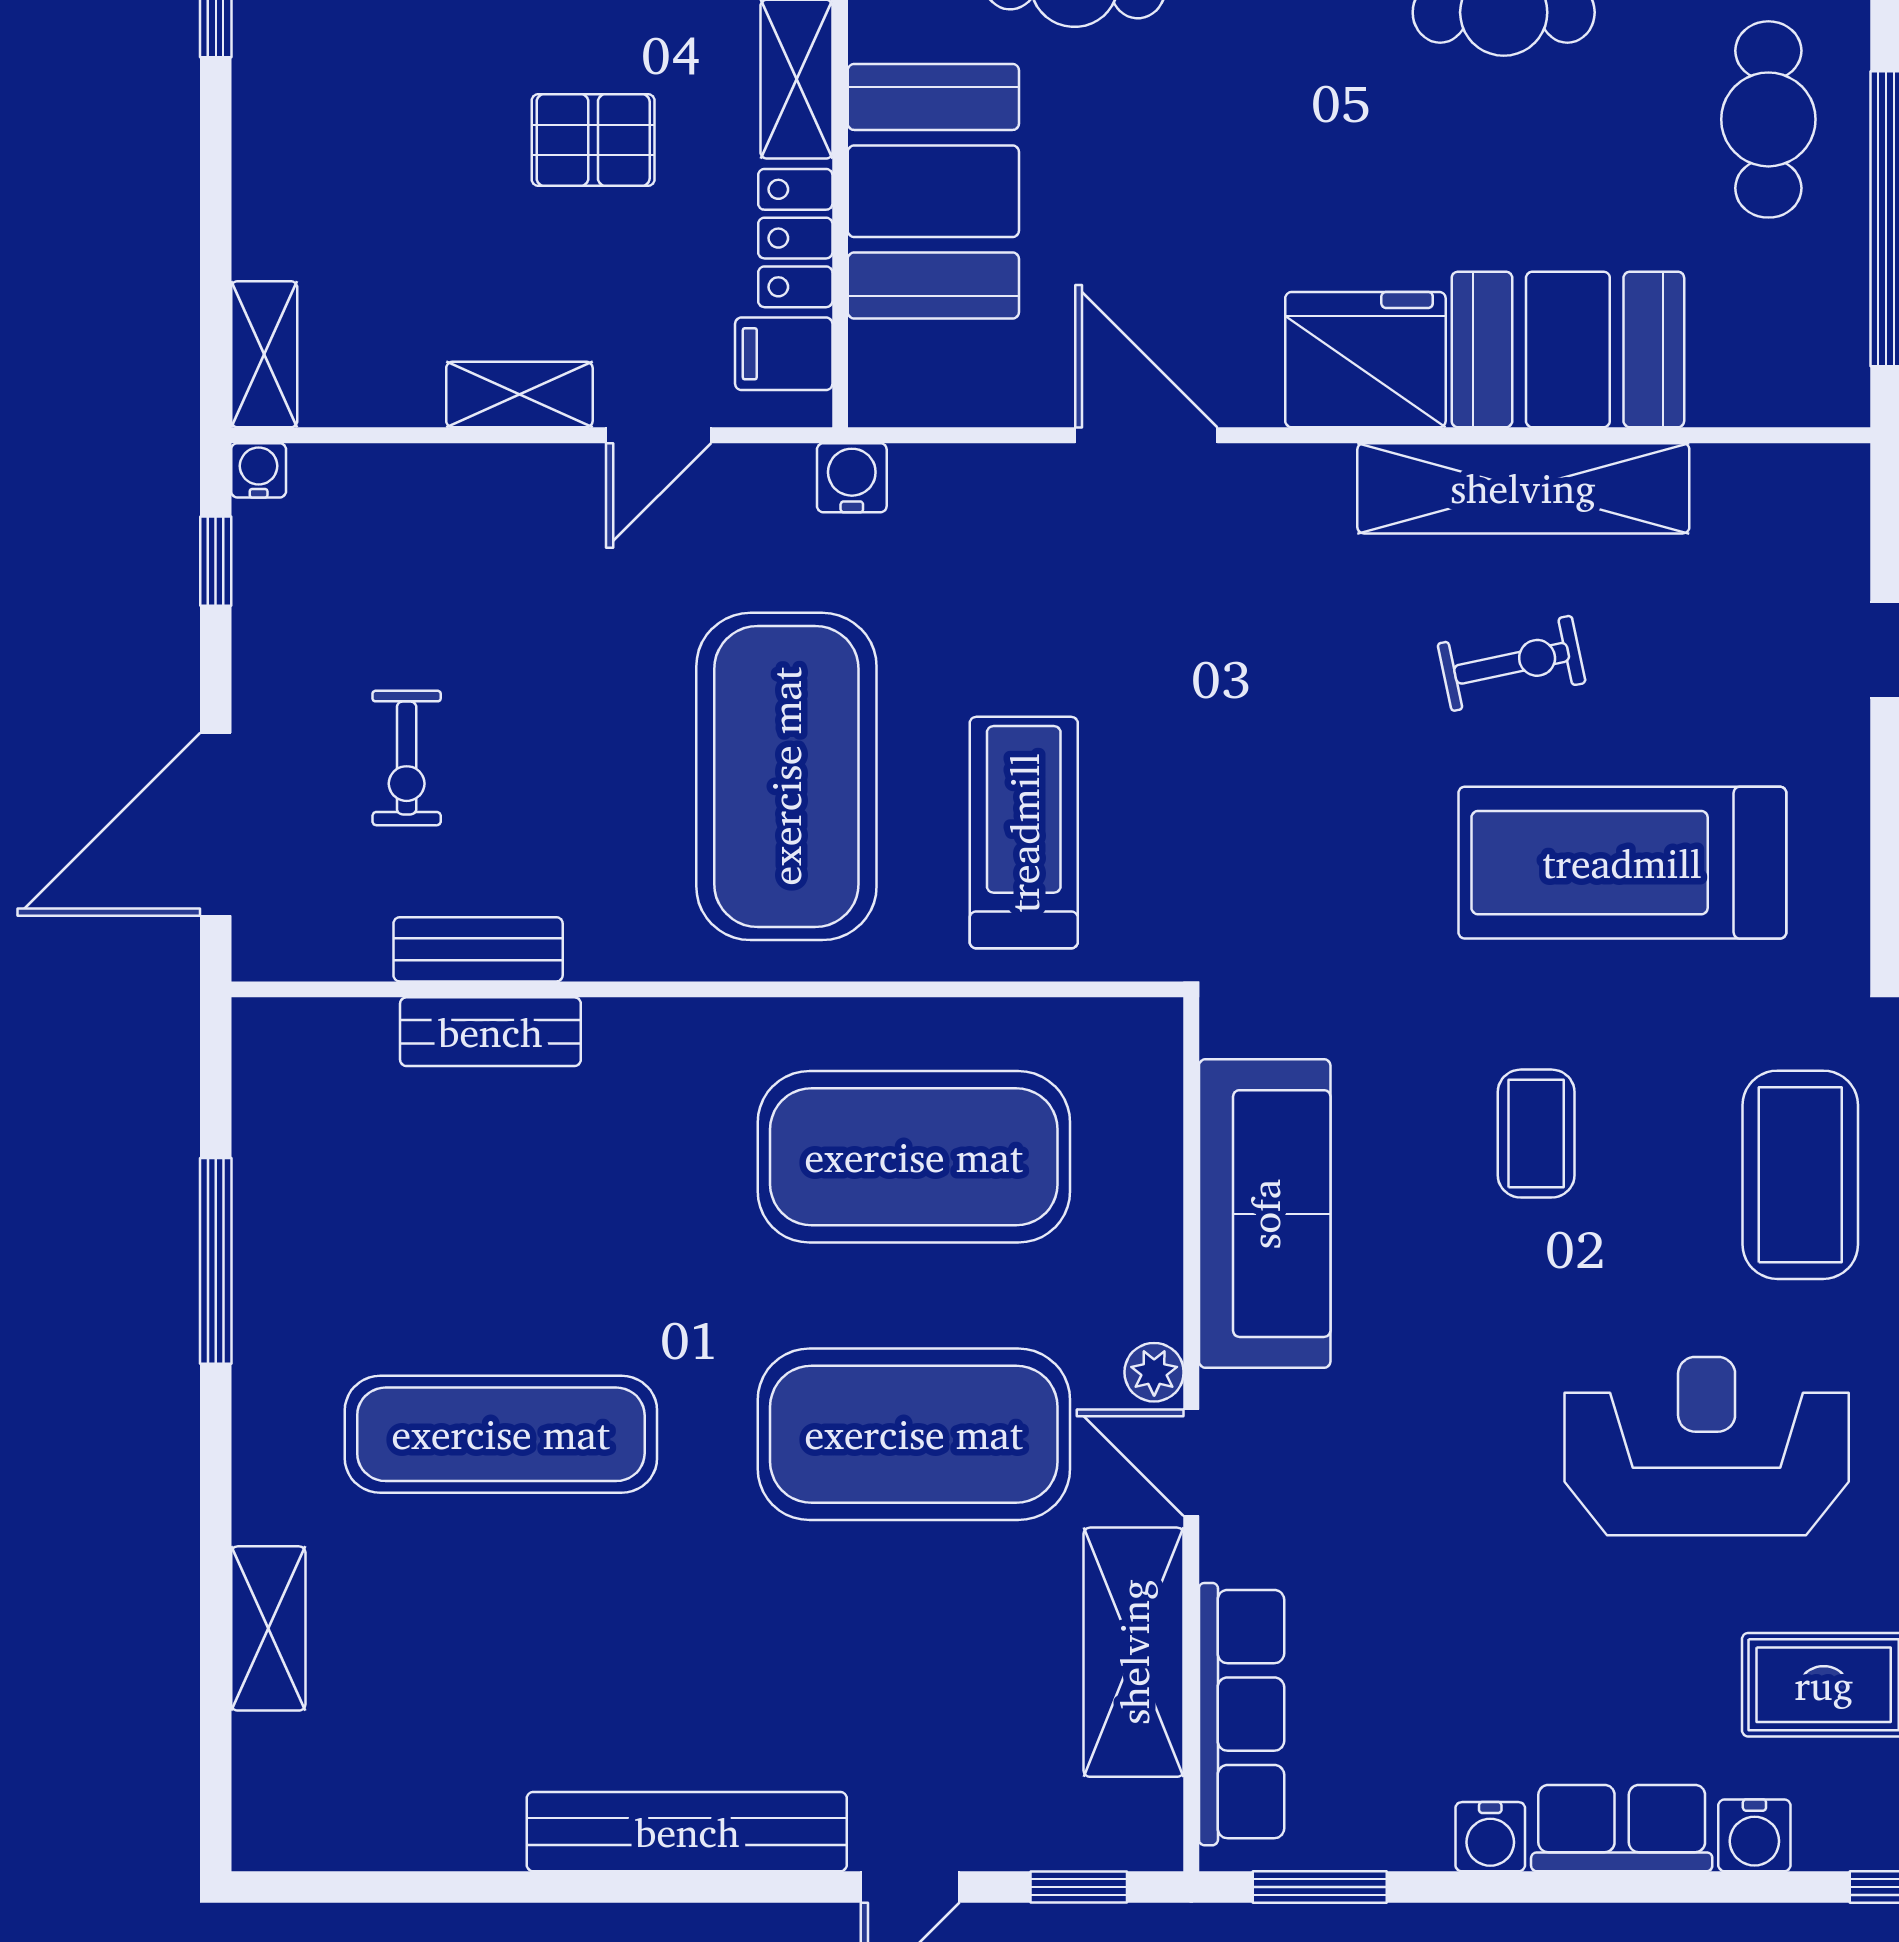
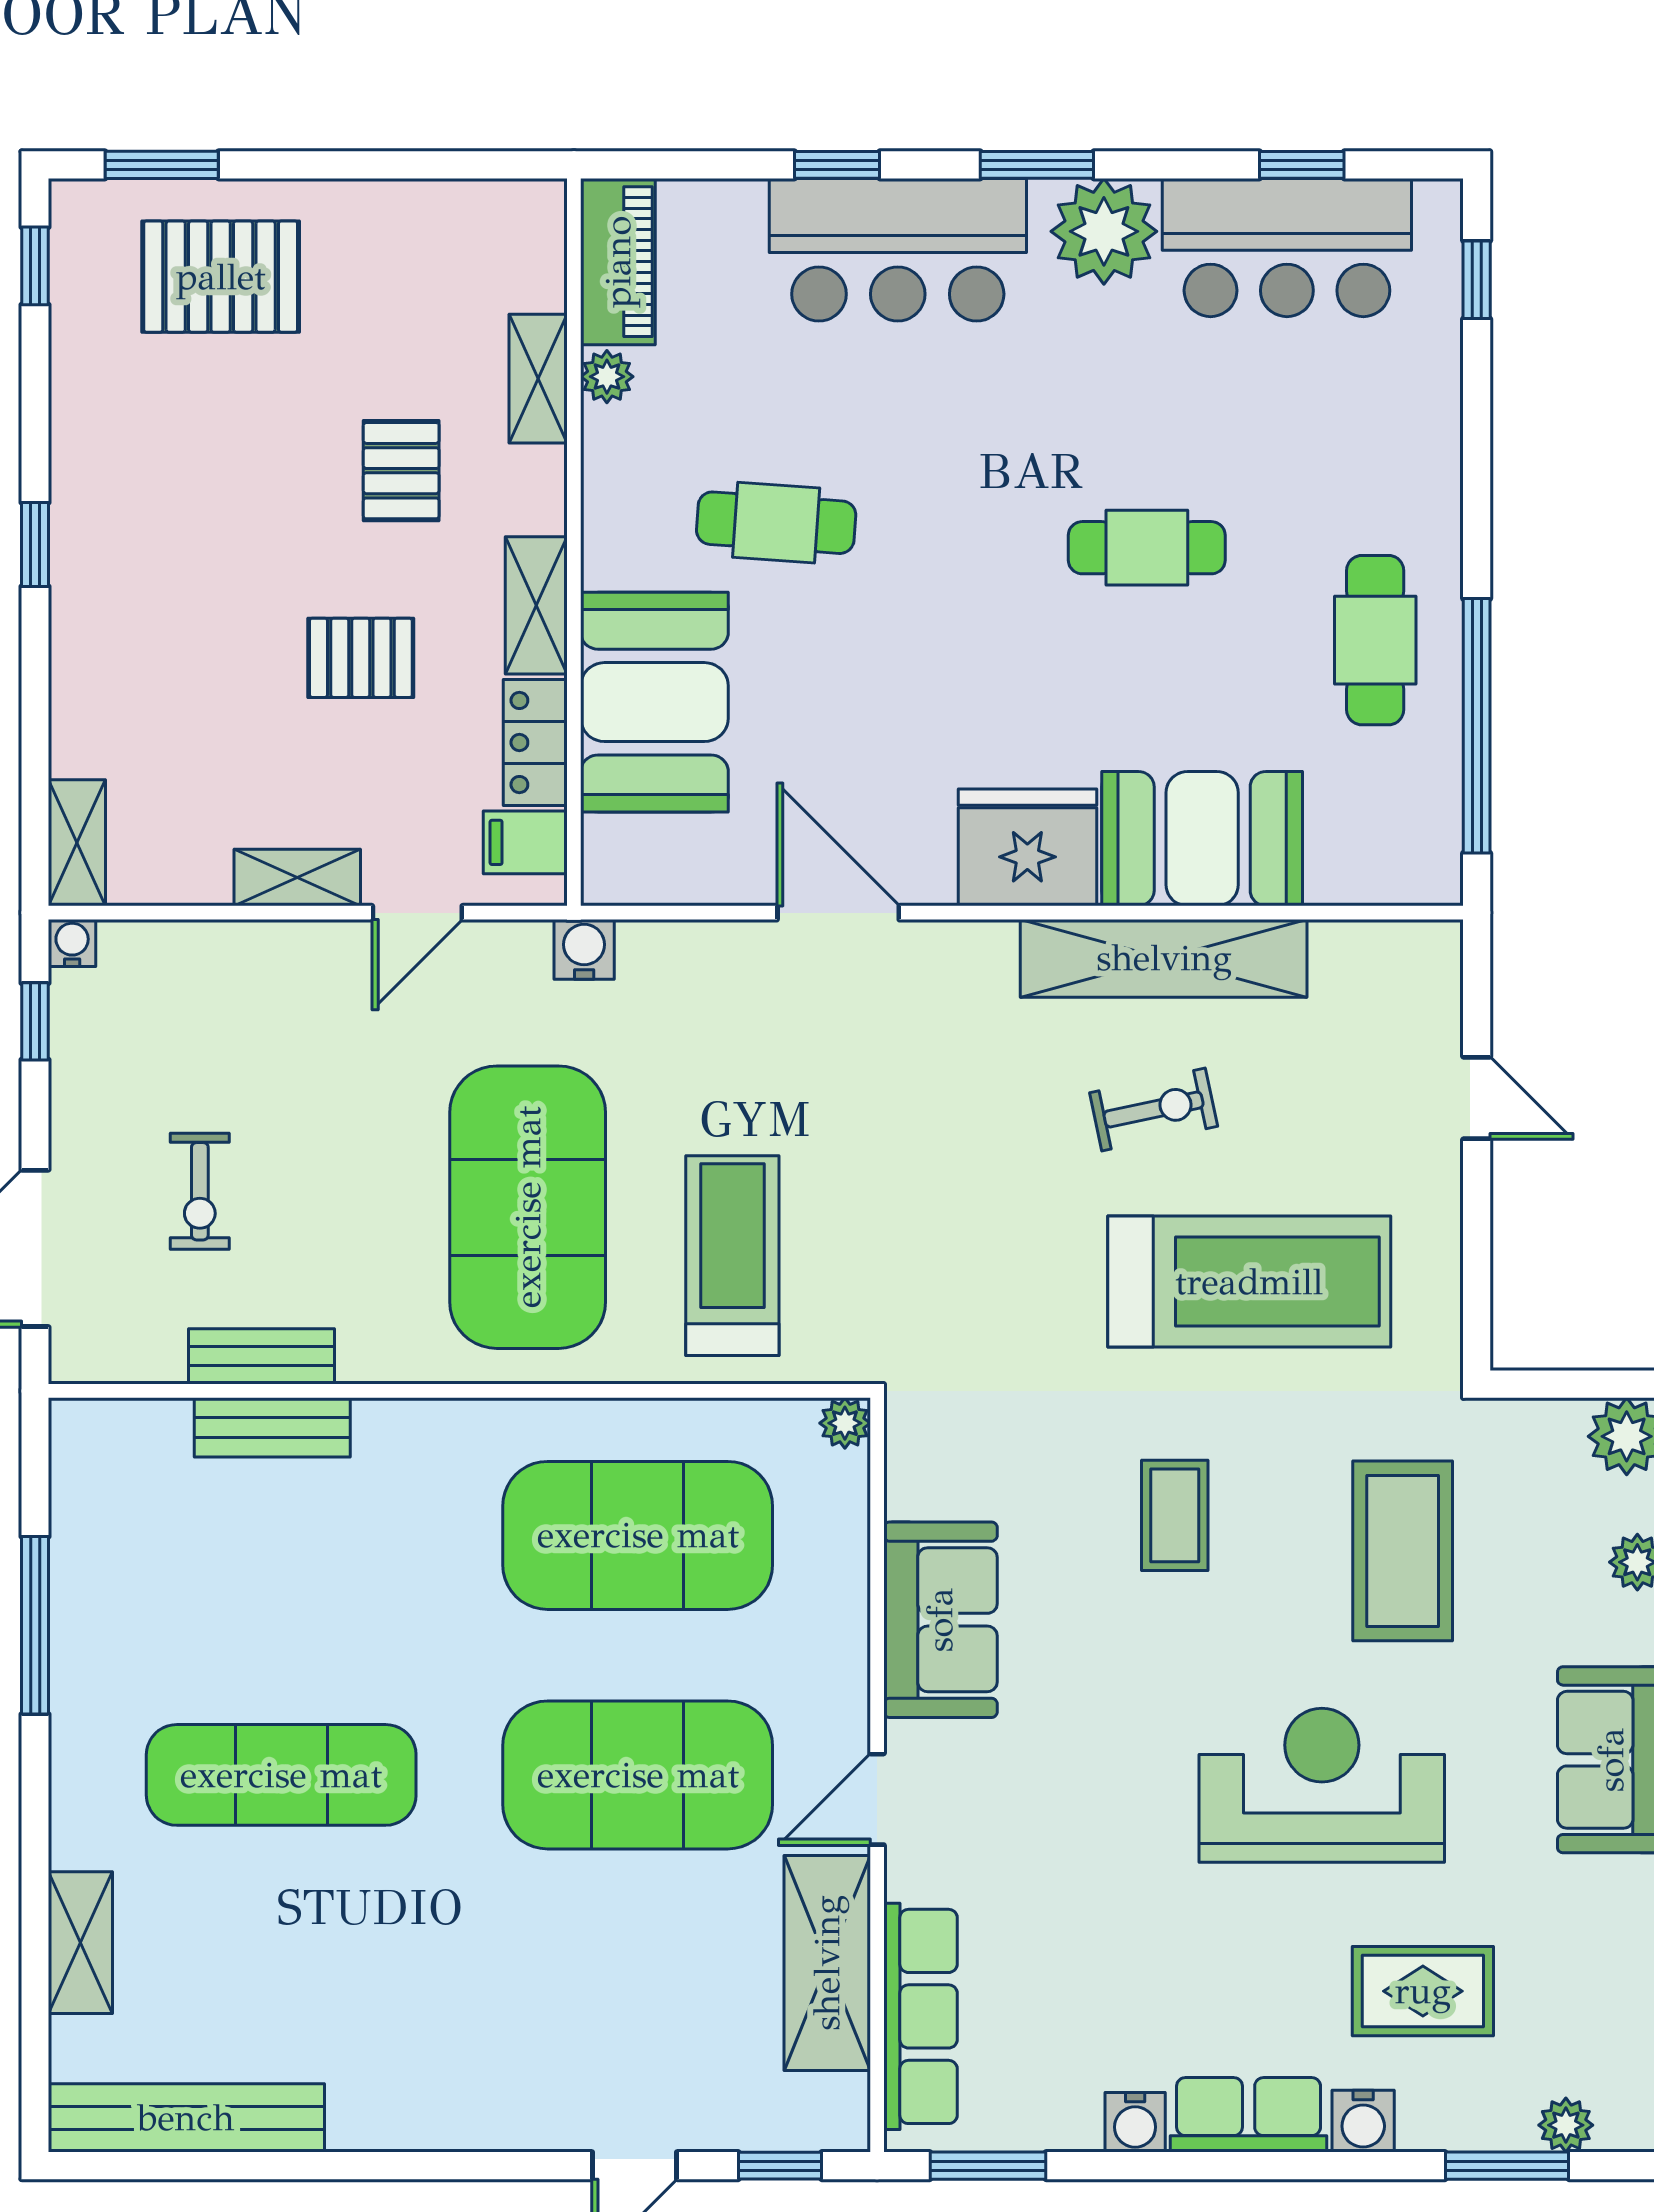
treadmill: (1622, 863) -> (1249, 1282), turned 180
sofa: (1265, 1214) -> (940, 1620), width x0.73
plant: (1154, 1372) -> (845, 1423), moved
door: (1191, 1463) -> (877, 1799), hinge flipped
bench: (687, 1832) -> (186, 2118), moved

